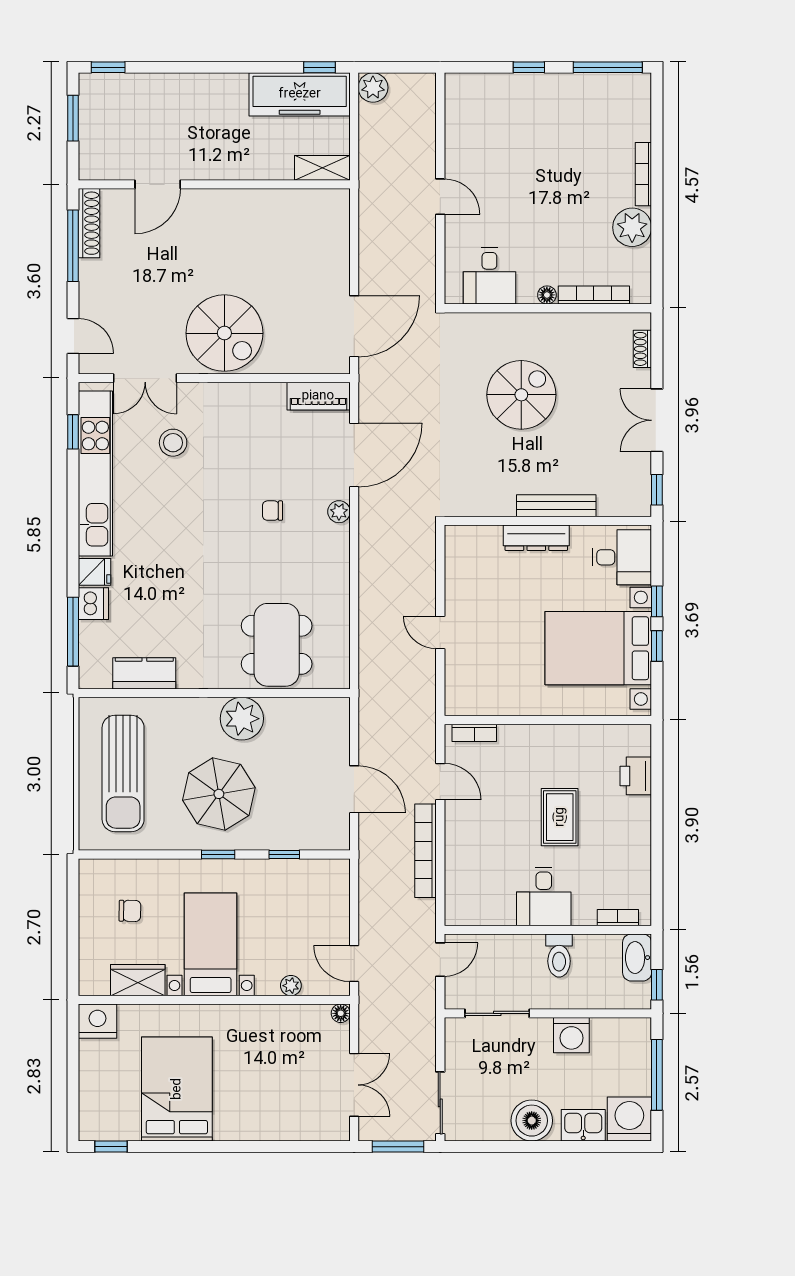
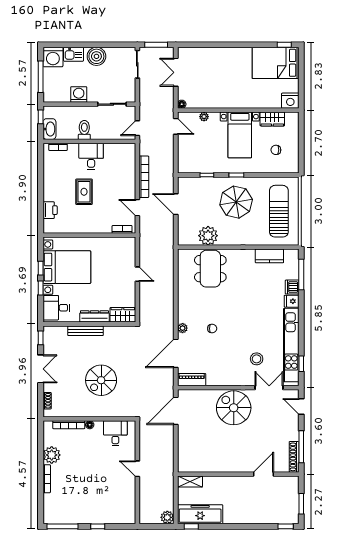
wardrobe: (473, 541) -> (123, 315), added
plant: (242, 719) -> (208, 236), moved
bed: (177, 1089) -> (276, 63), moved, turned 90

